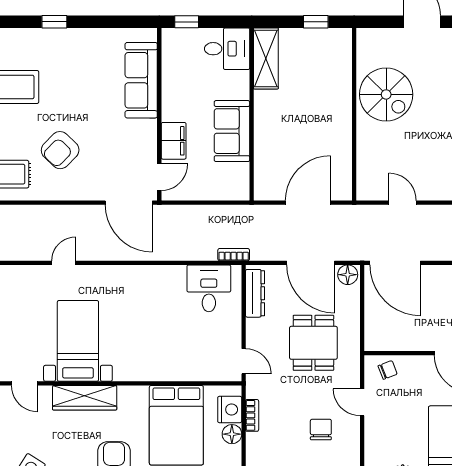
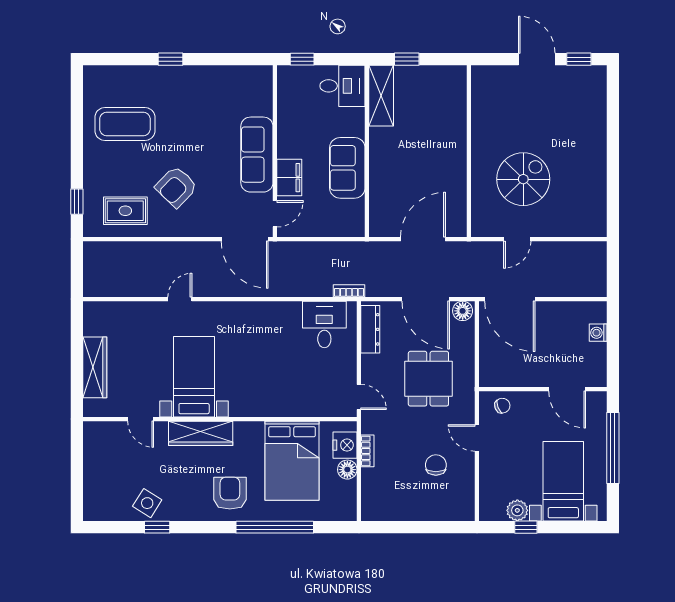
window: (316, 22) -> (407, 59), moved
sofa: (141, 80) -> (257, 155), moved
spiral stairs: (386, 94) -> (523, 179), moved, turned -90
door: (403, 203) -> (517, 239), swing flipped

